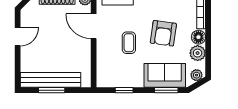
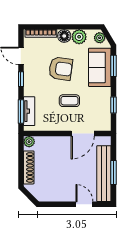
door: (94, 26) -> (83, 134), moved
door: (18, 37) -> (84, 204), moved

